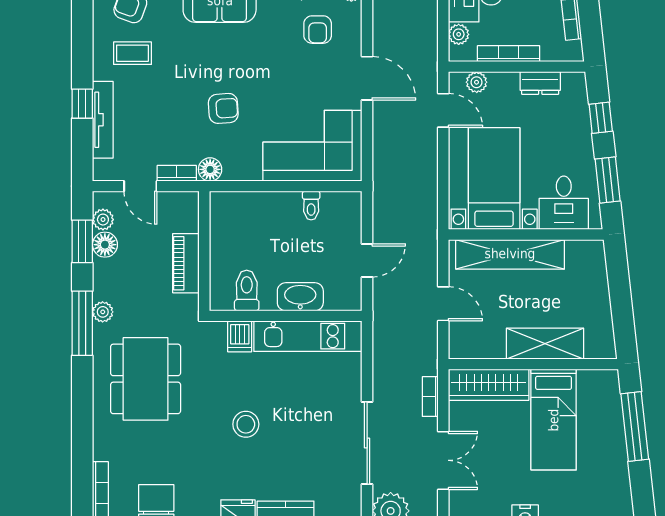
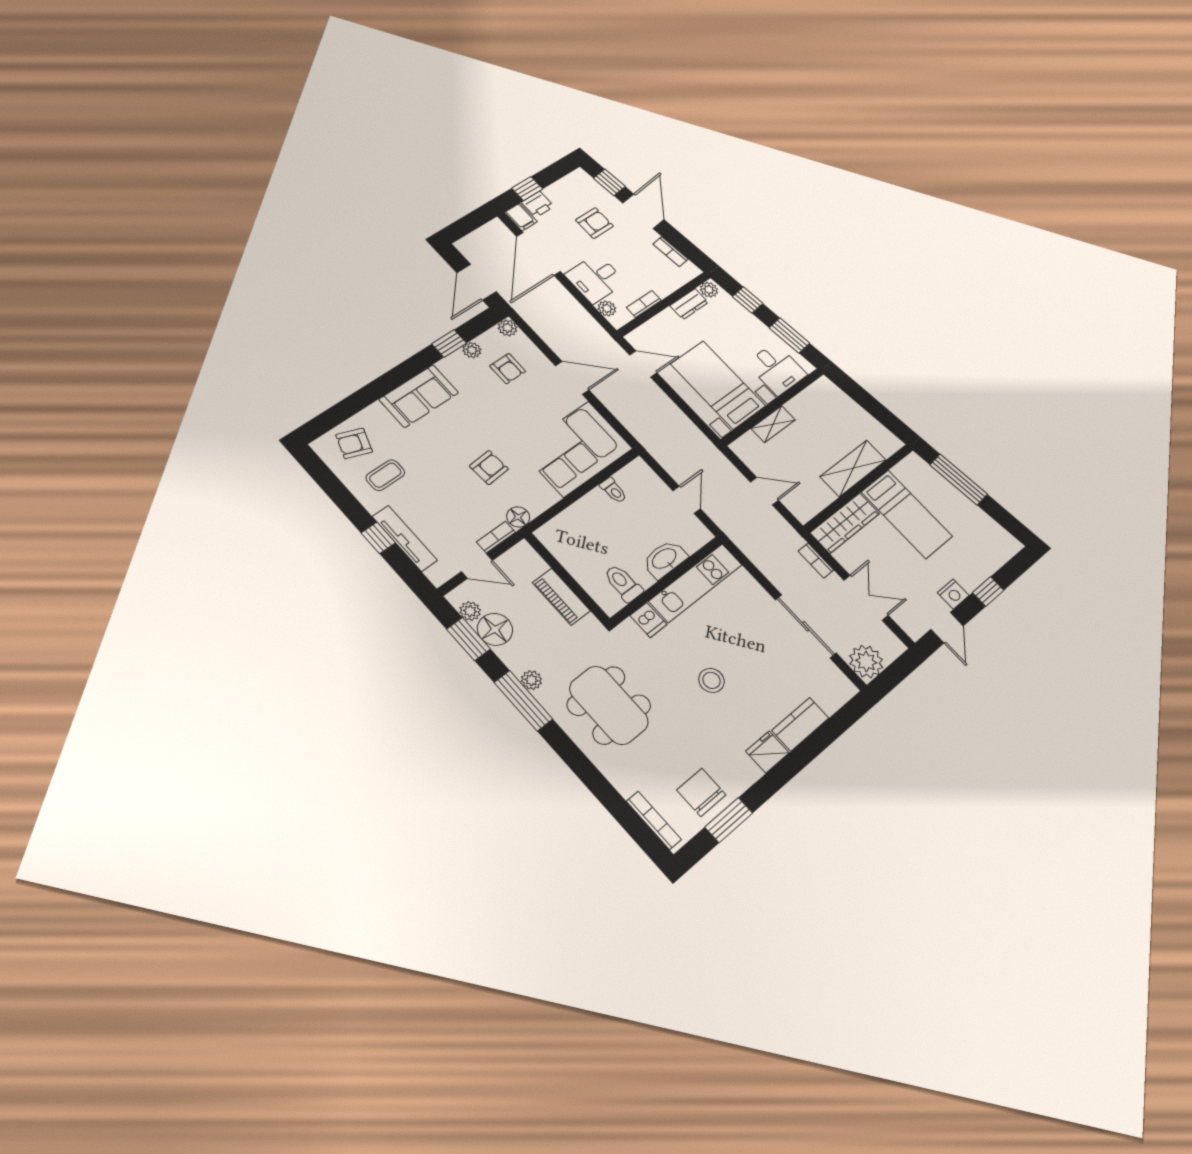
bookcase: (509, 54) -> (644, 304), width x0.64
plant: (477, 82) -> (709, 290), moved
floor lamp: (105, 245) -> (495, 629), width x1.38, depth x1.38
shelving: (510, 254) -> (773, 424), width x0.45, depth x0.75

